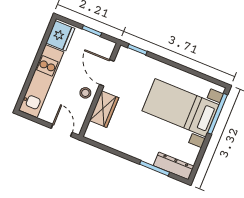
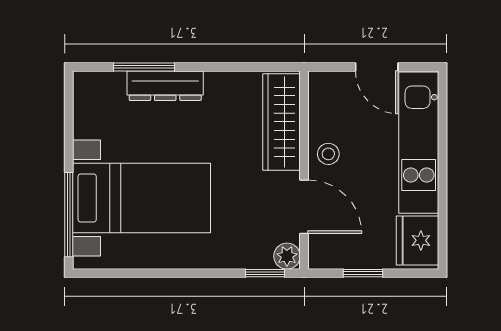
plant: (124, 53) -> (287, 256), added
wardrobe: (104, 109) -> (281, 122), width x1.50
door: (62, 130) -> (377, 67), moved
dresser: (174, 166) -> (165, 86), moved

